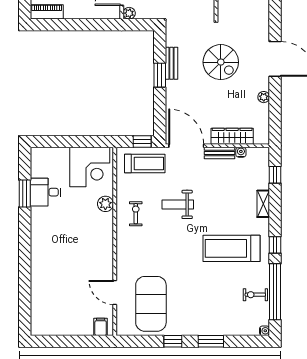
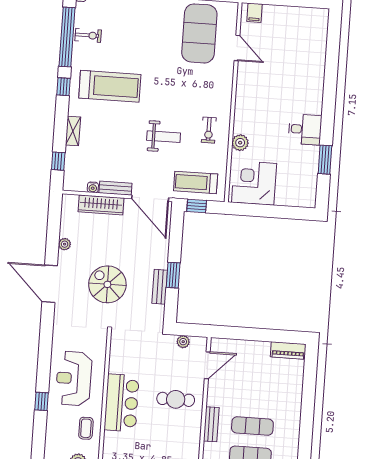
plant: (129, 13) -> (183, 342), moved
desk: (45, 192) -> (305, 129), moved

